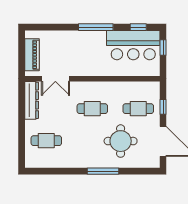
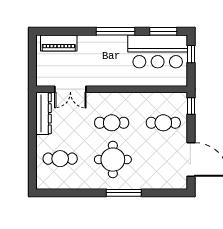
window: (138, 27) -> (163, 31), width x1.50
piano: (32, 55) -> (59, 43), moved, turned 90
window: (163, 107) -> (191, 106), moved
round table: (121, 141) -> (113, 160), moved

